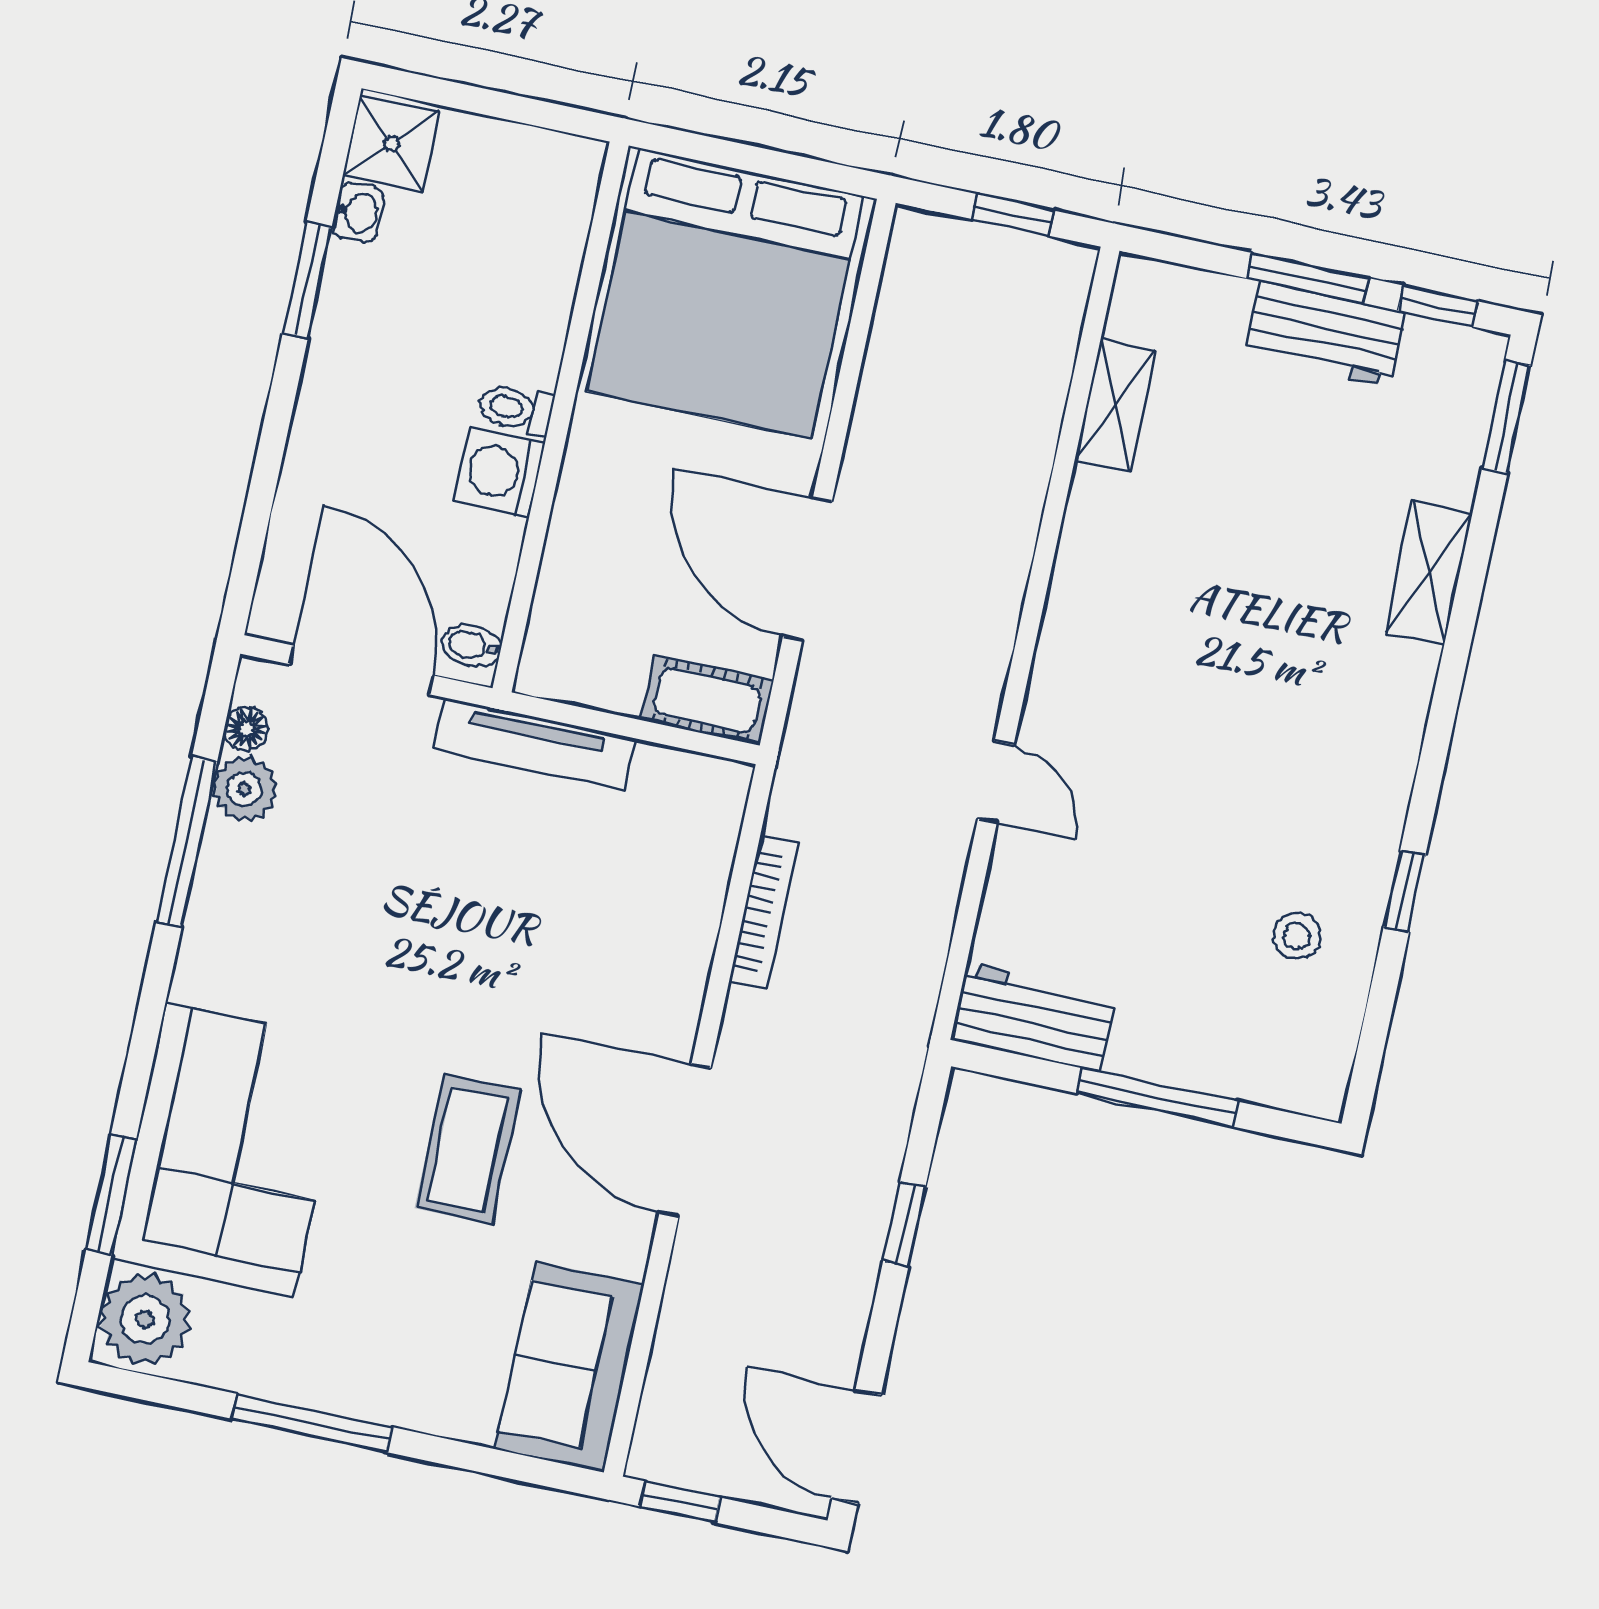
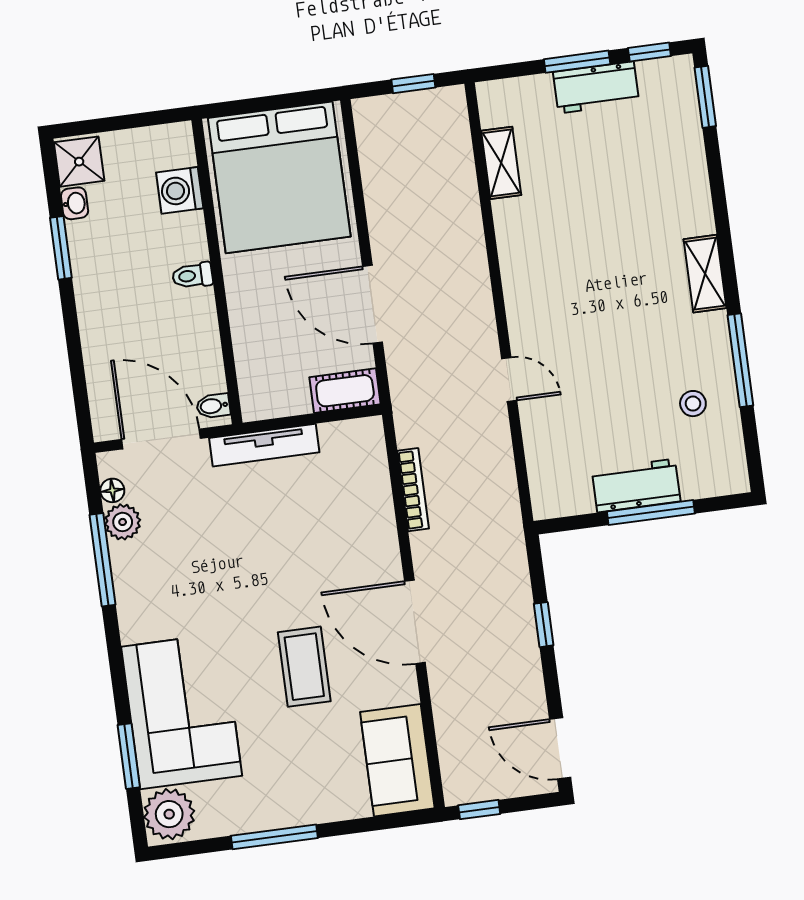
washing machine: (500, 472) -> (180, 190), moved
shelving: (1429, 574) -> (705, 274), moved
window: (1405, 891) -> (740, 360), width x2.17
workbench: (1033, 1017) -> (636, 485), moved

